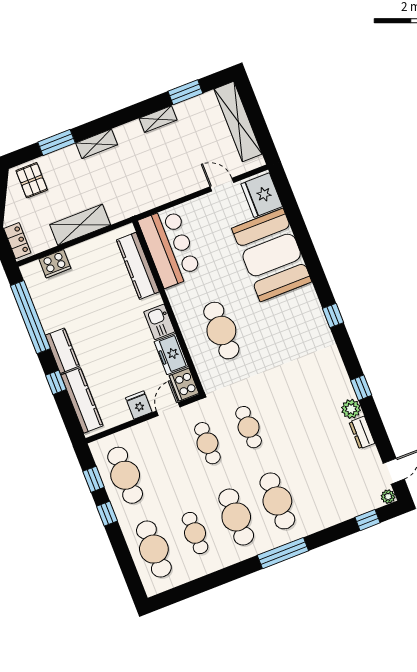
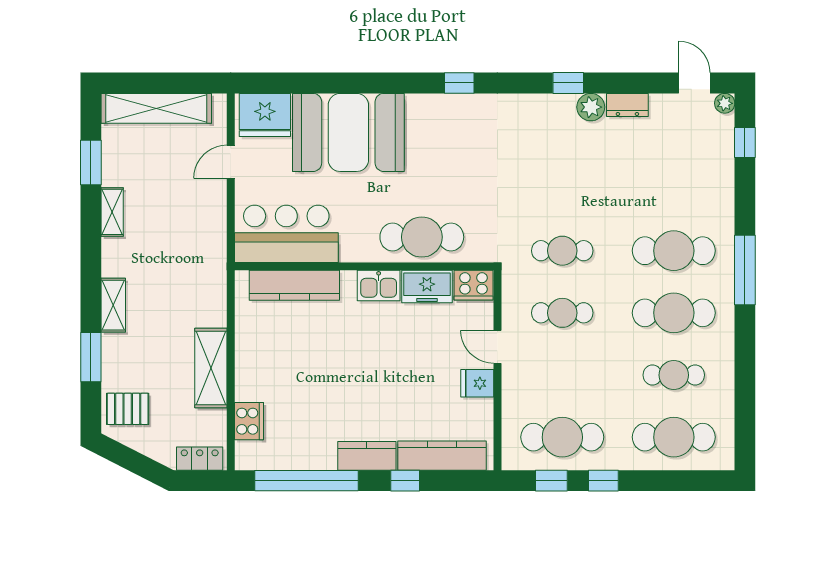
bar counter: (170, 247) -> (286, 234), moved
kitchen counter: (138, 266) -> (294, 285), moved
wall: (168, 307) -> (364, 266), moved
kitchen sink: (159, 322) -> (379, 286), moved
freezer: (171, 354) -> (427, 287), moved
cooker: (184, 384) -> (473, 285), moved

